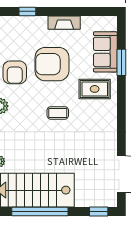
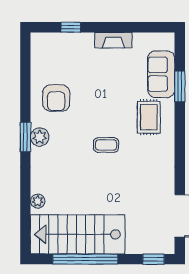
armchair: (52, 64) -> (99, 88), removed
rug: (95, 89) -> (149, 117), turned 90

